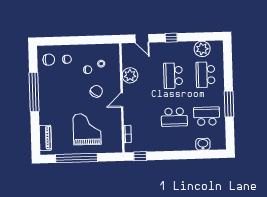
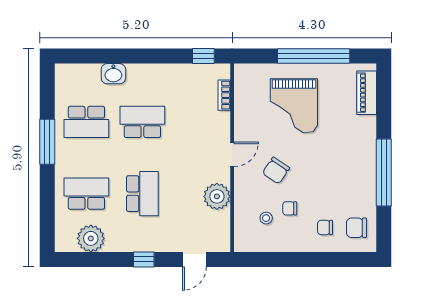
door: (142, 39) -> (194, 259), swing flipped
school desk: (205, 75) -> (86, 194), turned -90
washbasin: (203, 144) -> (113, 74), moved

